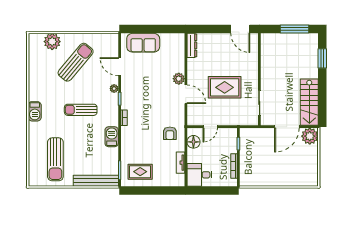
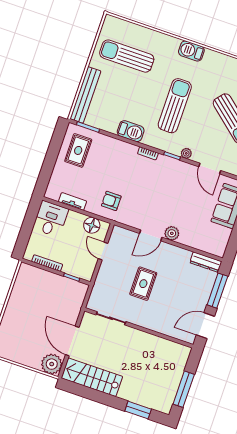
window: (210, 29) -> (217, 291), added
door: (120, 67) -> (210, 169), swing flipped
rug: (225, 87) -> (143, 284), width x0.73, depth x0.70
sun lounger: (81, 110) -> (175, 106), width x1.36, depth x1.34

